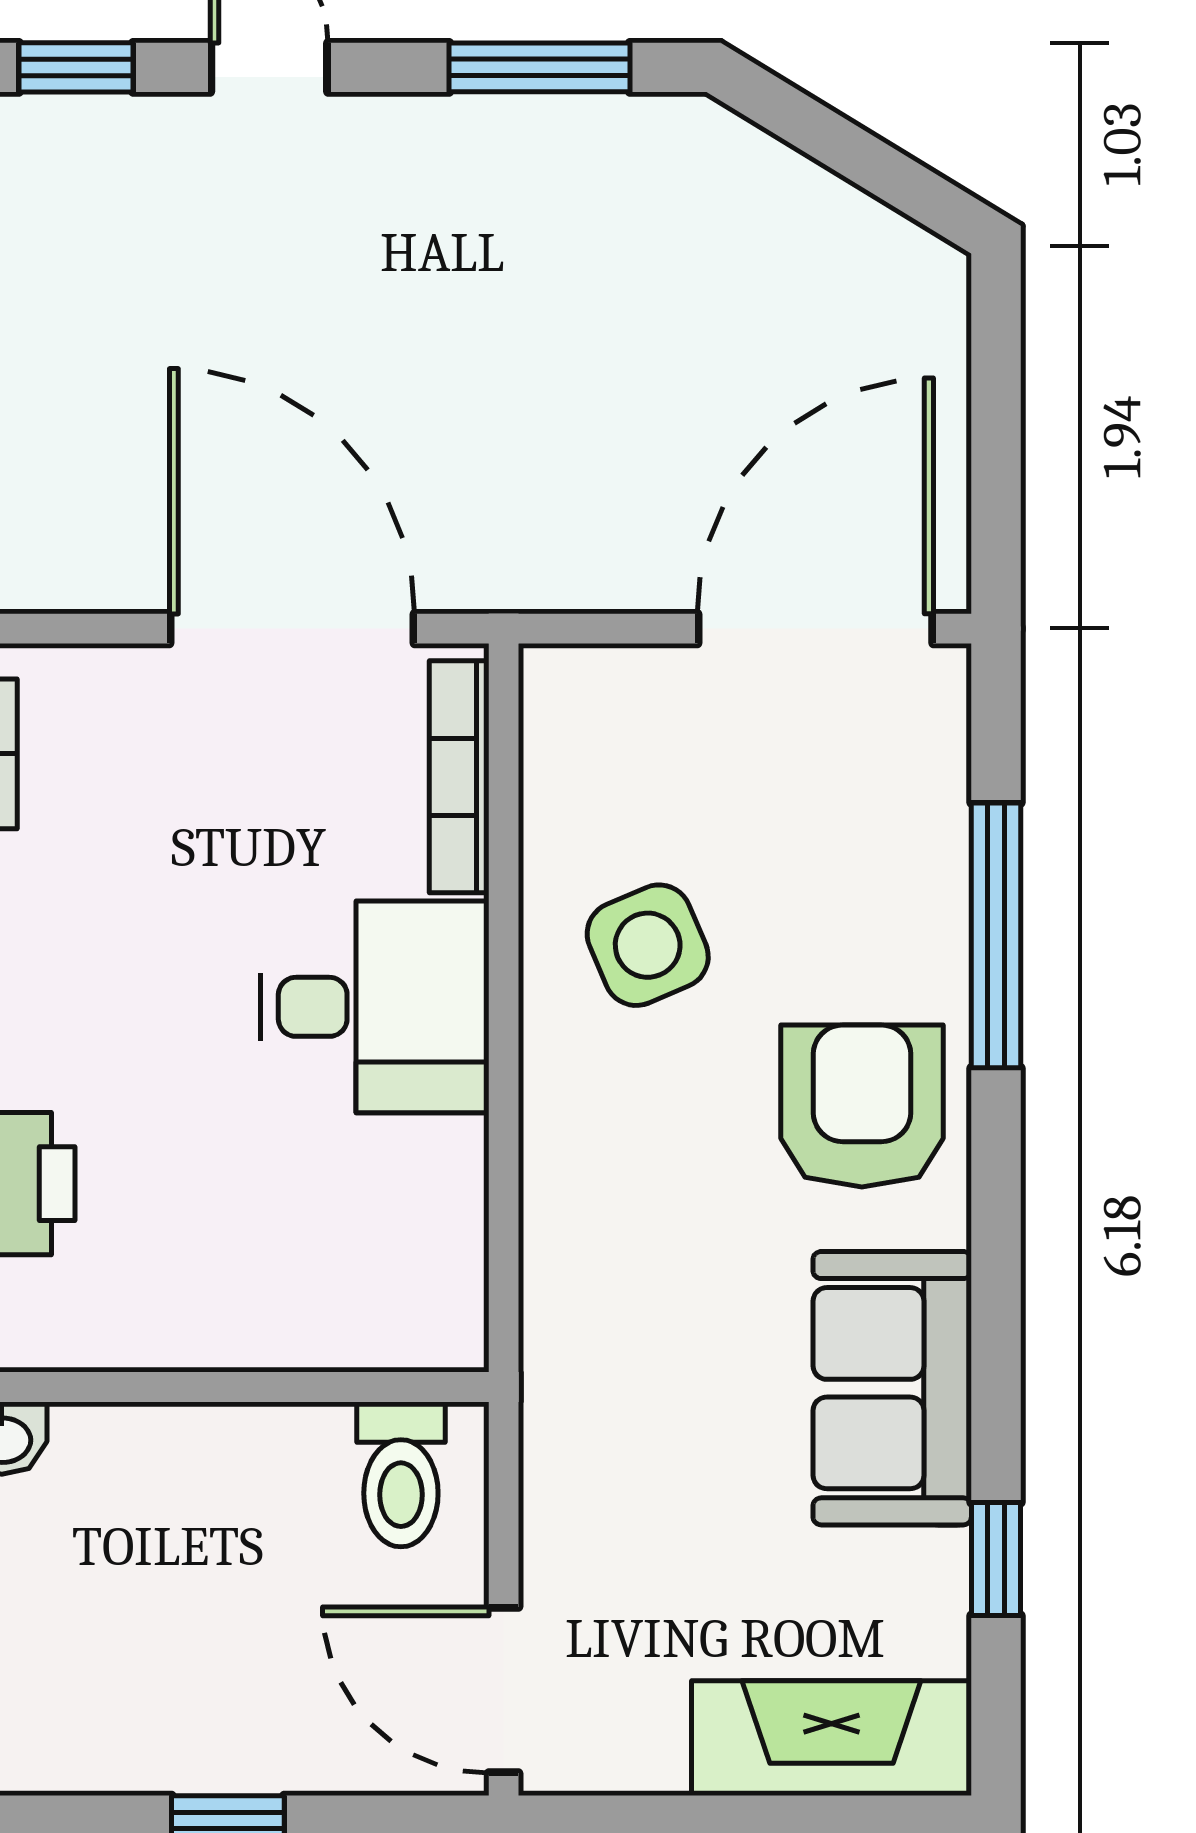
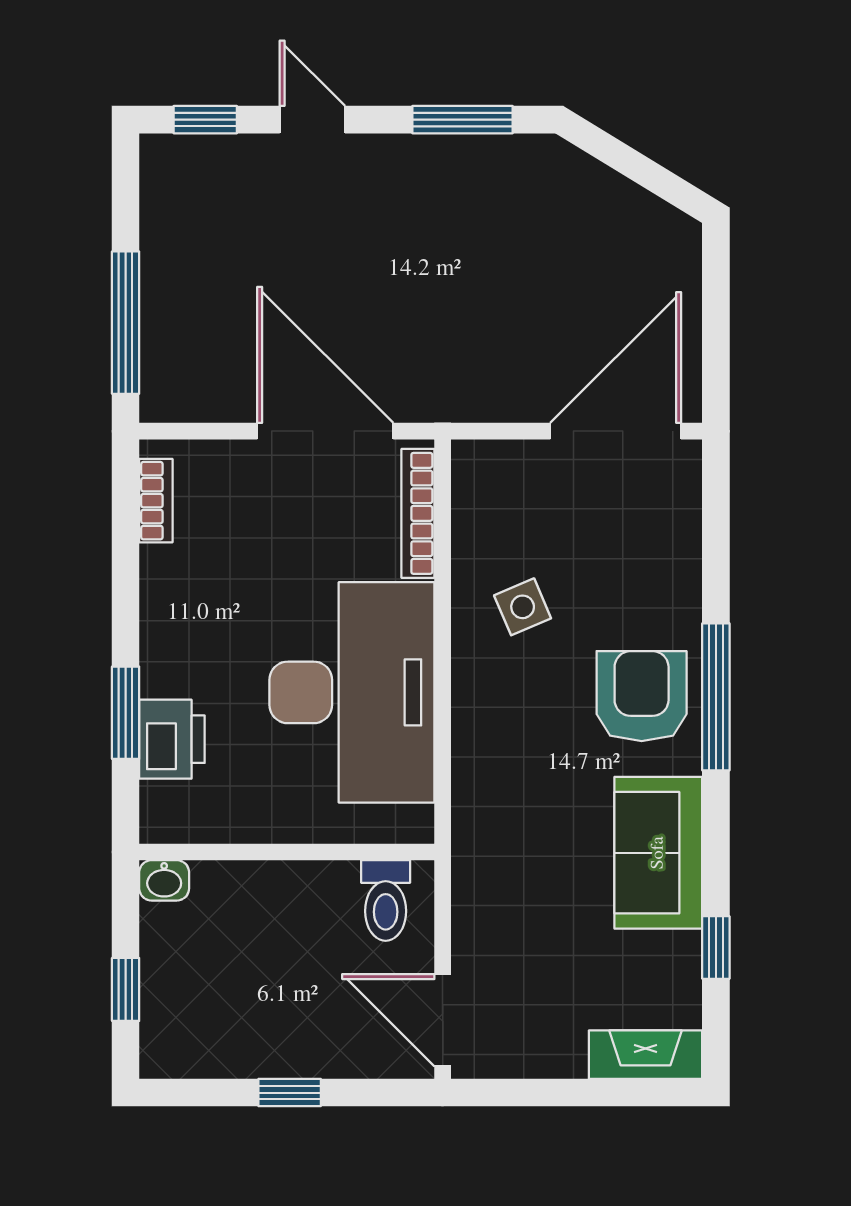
window: (996, 935) -> (716, 697), moved
side table: (648, 945) -> (523, 607), width x0.73, depth x0.73
desk: (374, 1007) -> (352, 692), width x1.87, depth x1.30
fireplace: (831, 1738) -> (645, 1055), width x0.73, depth x0.76

